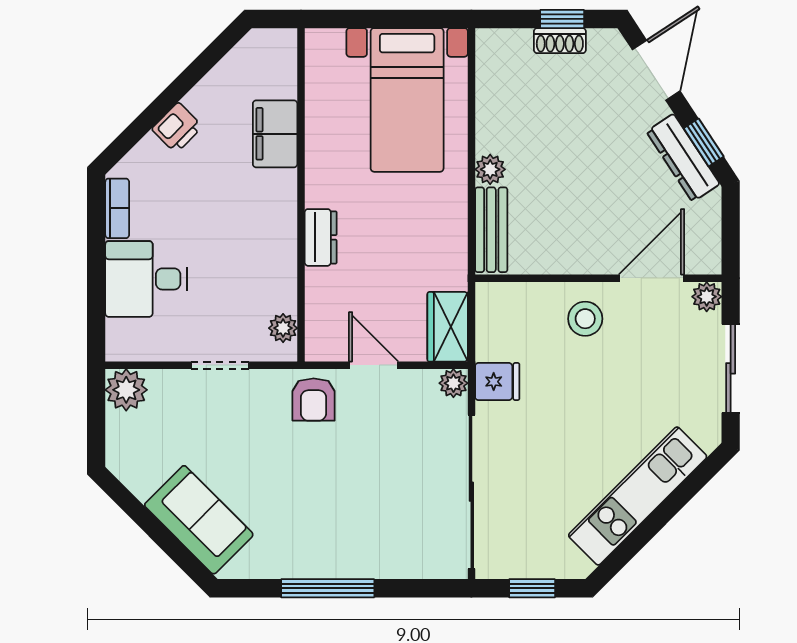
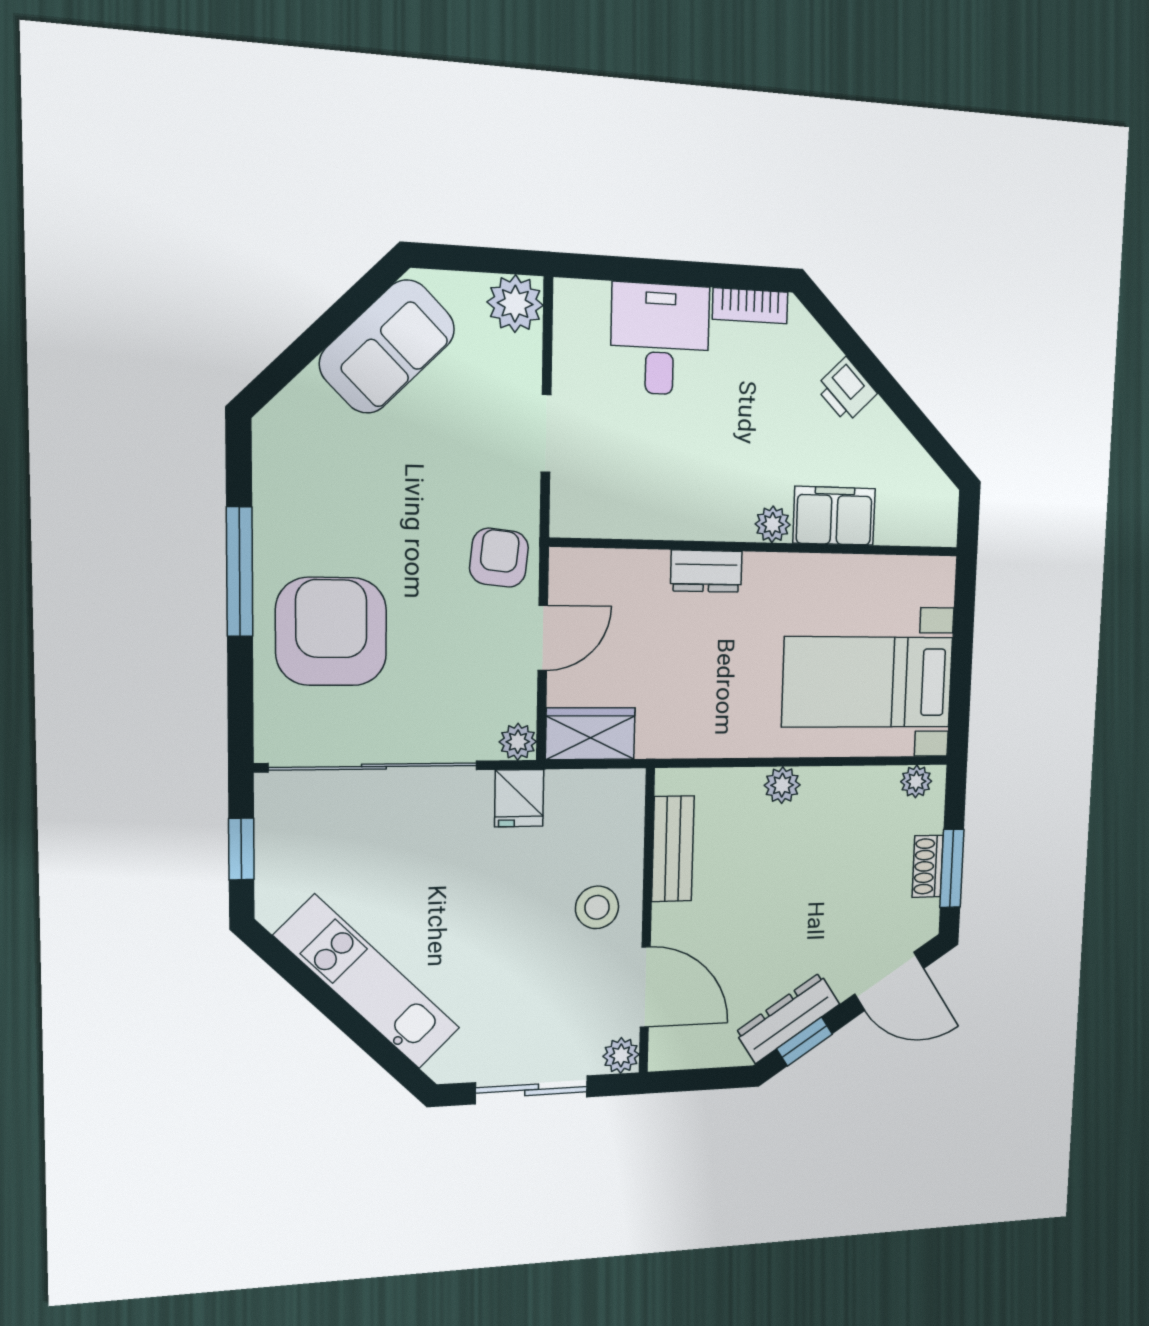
window: (562, 19) -> (952, 868), width x1.50
plant: (489, 54) -> (916, 781), added
bench: (491, 230) -> (673, 849), moved, turned 90
plant: (283, 328) -> (773, 524), moved
armchair: (314, 399) -> (499, 558), turned 96
sofa: (199, 520) -> (387, 346), moved
armchair: (370, 523) -> (331, 632), added

